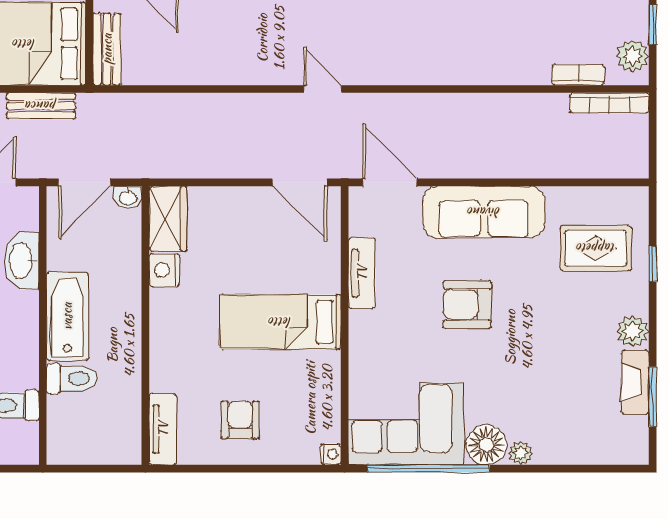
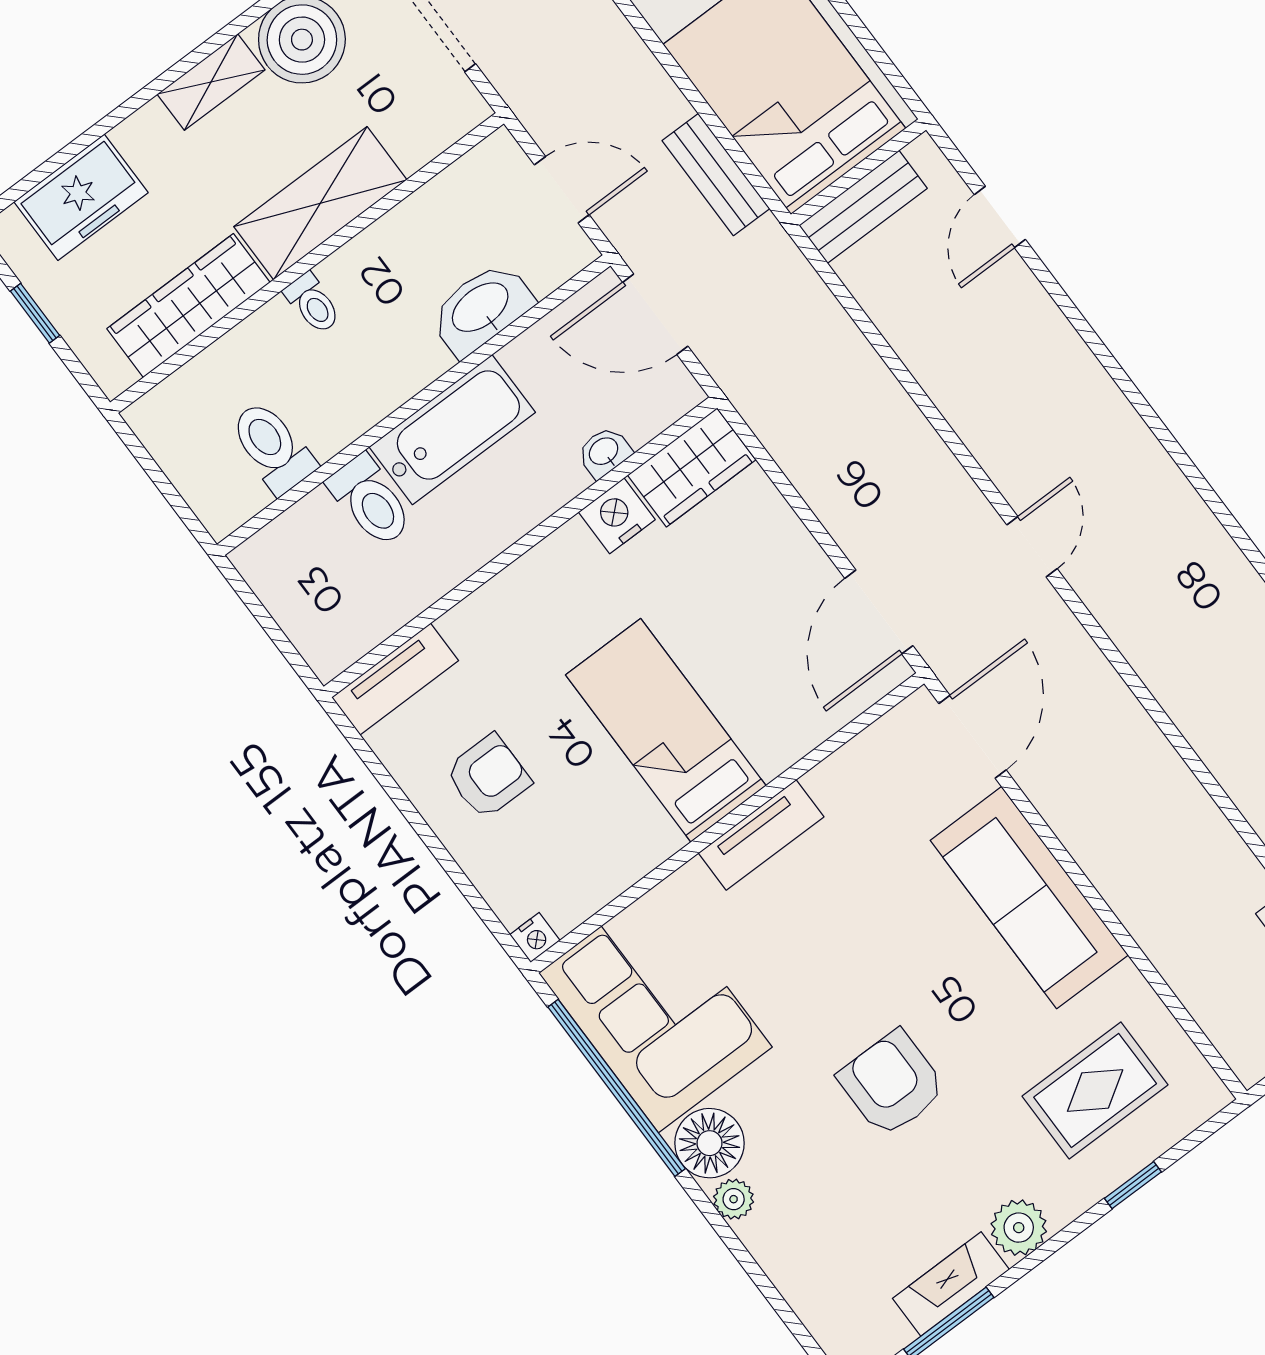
washbasin: (128, 197) -> (604, 452), moved, turned 90
rug: (596, 248) -> (1095, 1090), turned 90
tv unit: (362, 273) -> (761, 835), moved
armchair: (467, 305) -> (892, 1083), moved

